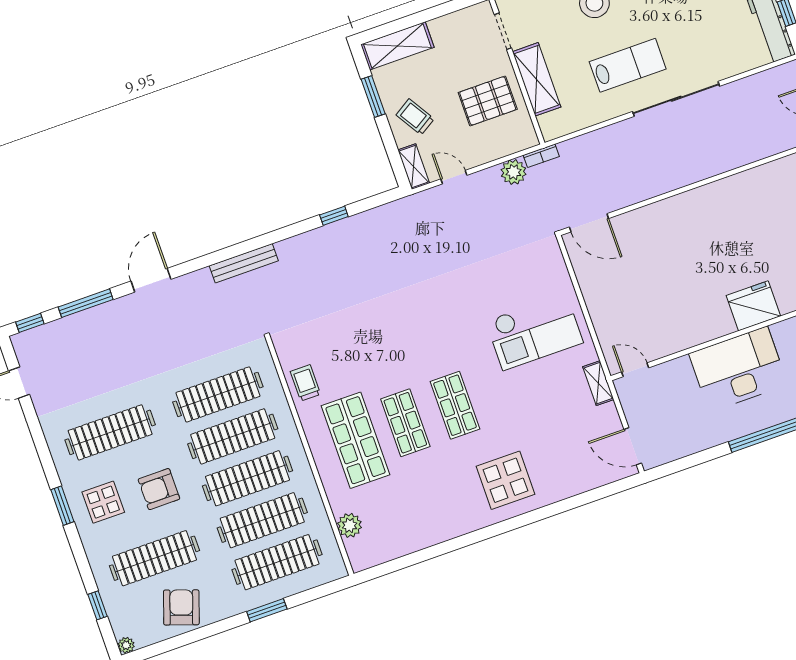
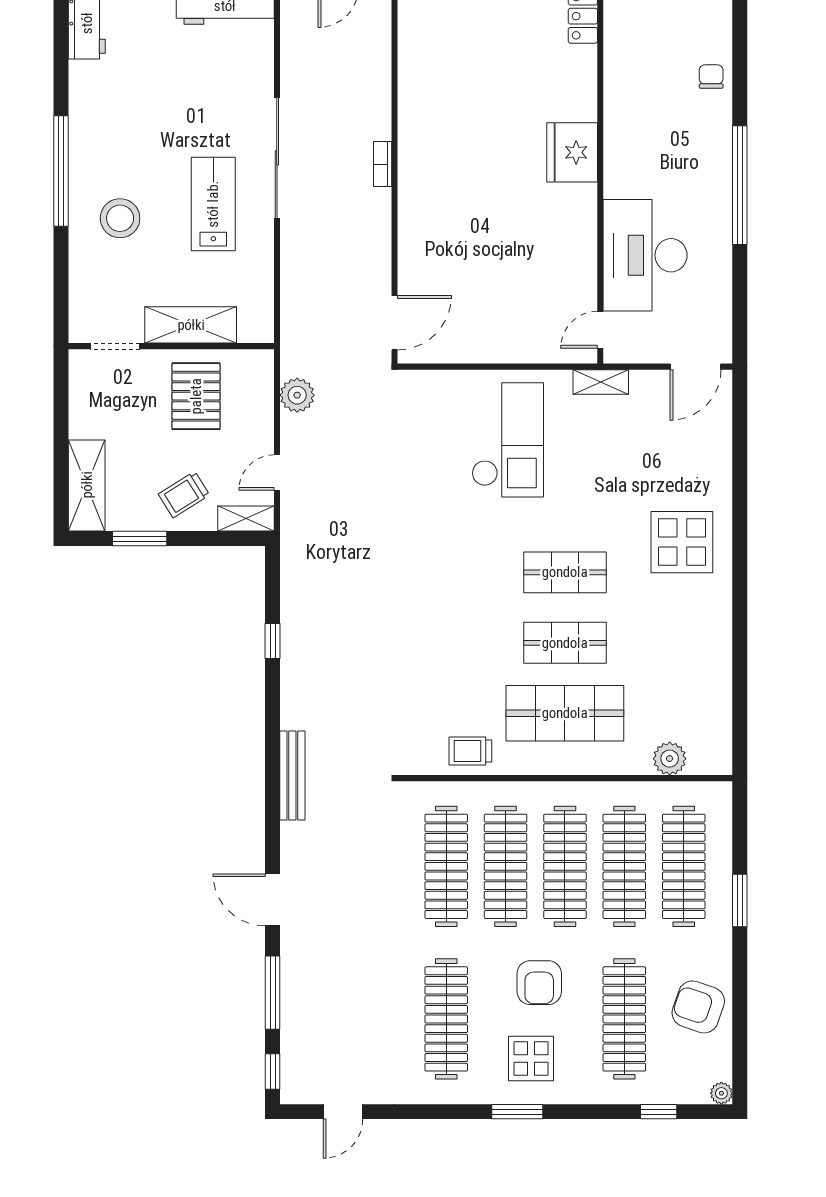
bookcase: (541, 156) -> (383, 164), moved, turned 180
desk: (738, 369) -> (645, 255), moved

